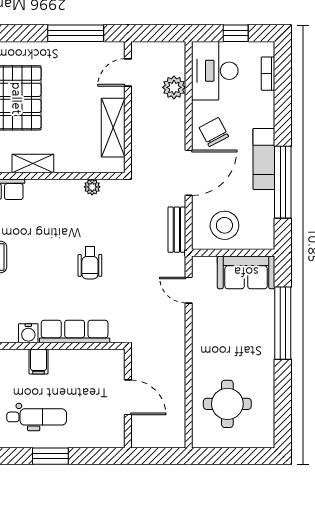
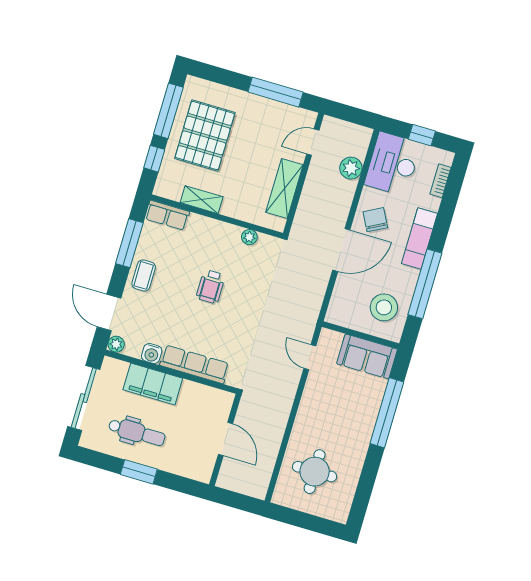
exam couch: (264, 159) -> (419, 238), moved
stool: (224, 225) -> (384, 307), moved
bench: (177, 230) -> (315, 299), removed
wheelchair: (90, 263) -> (211, 287), moved
filing cabinet: (39, 361) -> (153, 384), width x3.00, depth x1.17

